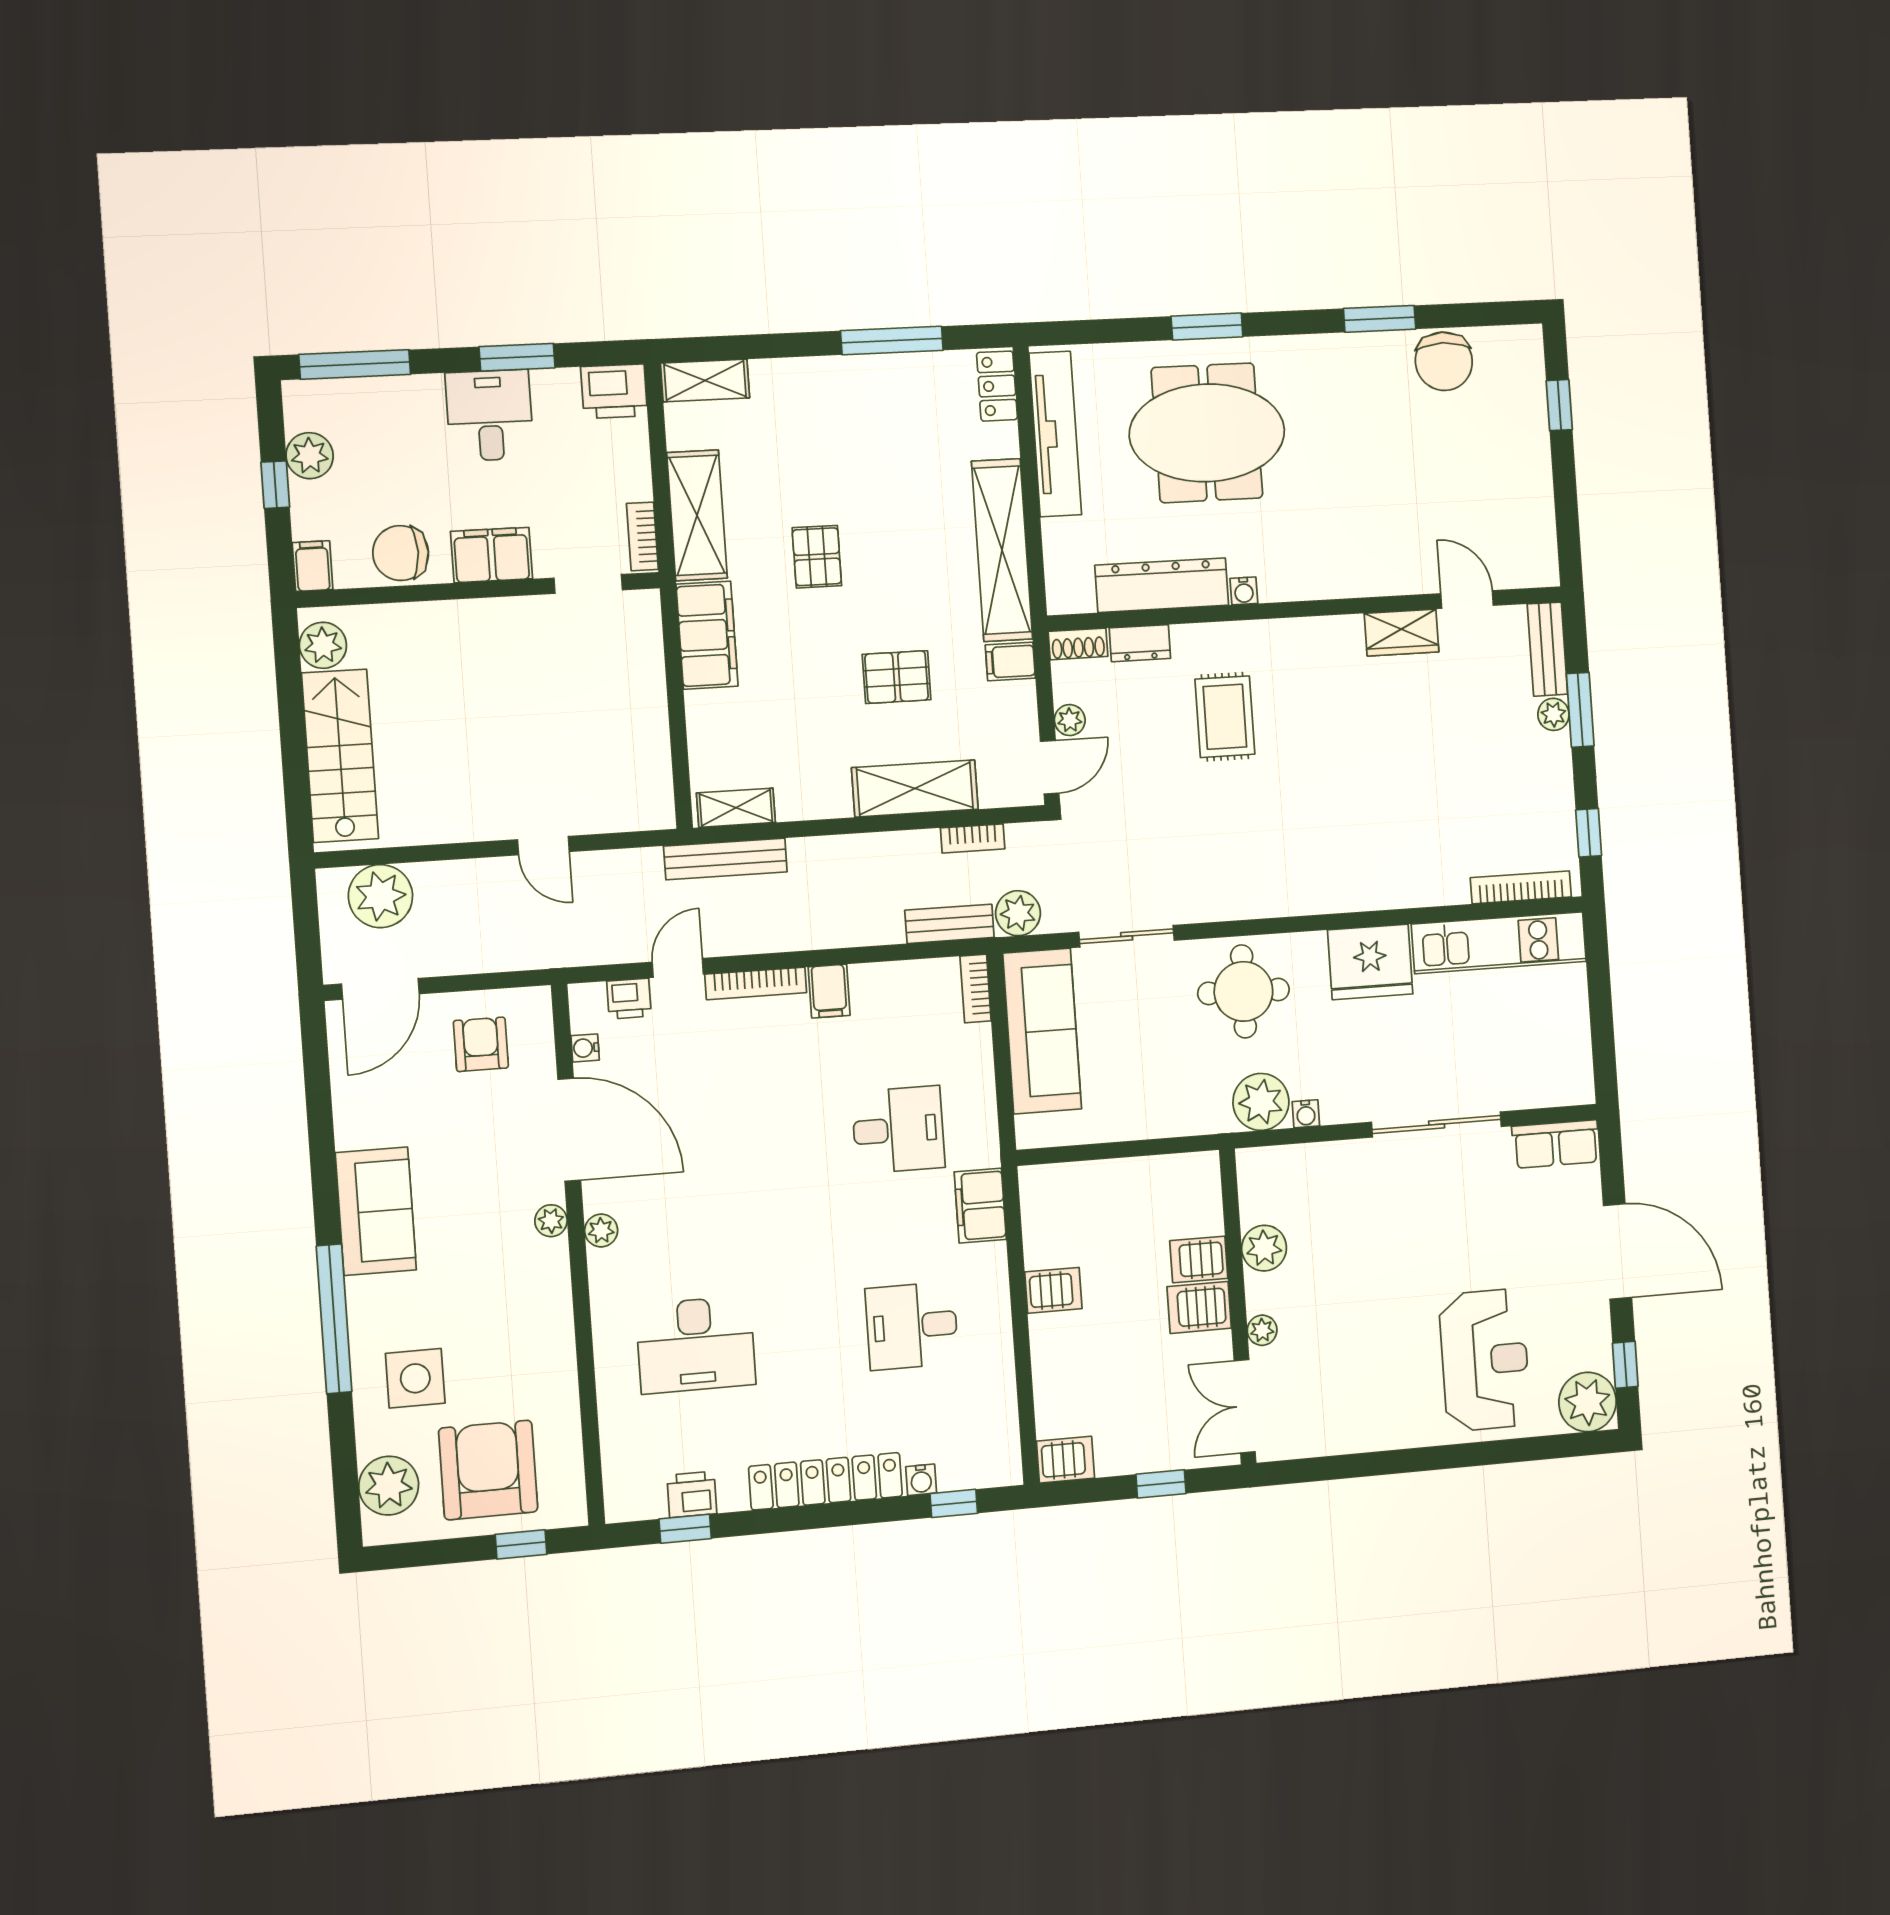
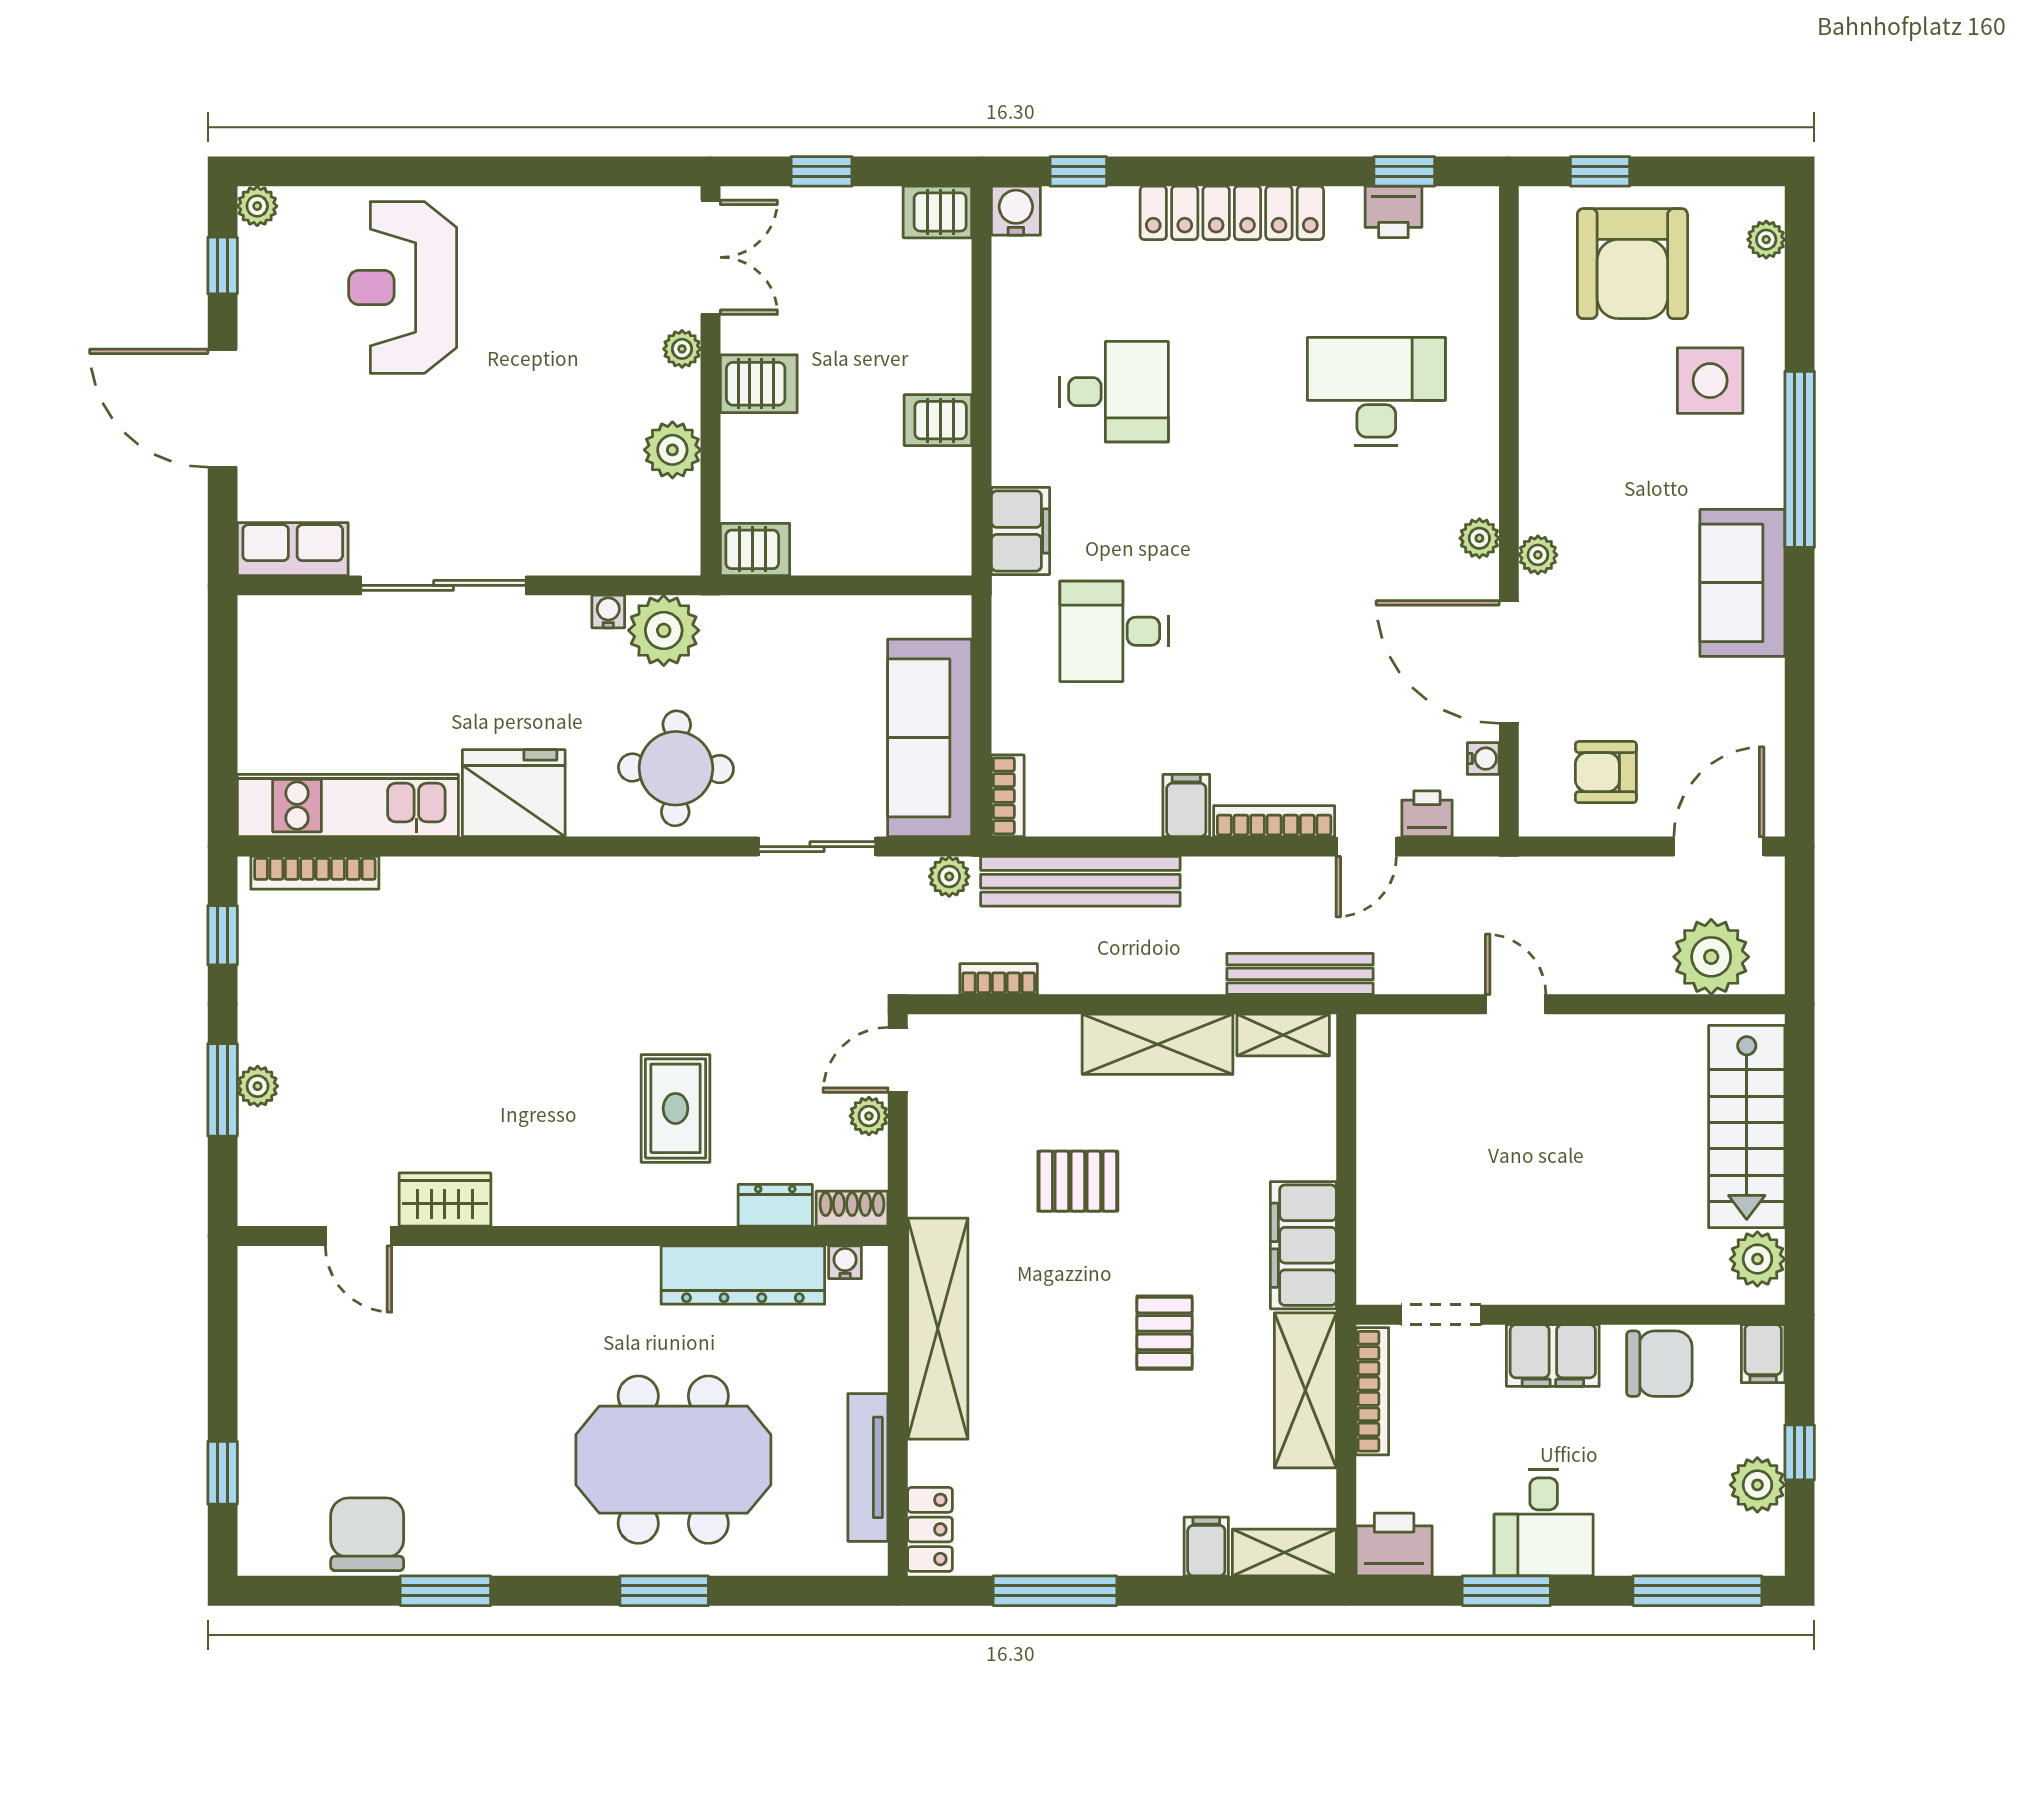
tv unit: (1055, 434) -> (868, 1467), width x0.73, depth x0.78
bookcase: (642, 536) -> (1372, 1391), width x1.56
water cooler: (1244, 591) -> (845, 1262), moved
bench: (1547, 649) -> (259, 1168), removed
filing cabinet: (1010, 662) -> (1206, 1546), moved, turned -90
shelving: (915, 789) -> (1158, 1044), moved
plant: (1018, 913) -> (949, 877), width x0.73, depth x0.73
bench: (949, 924) -> (1080, 881), width x1.86, depth x1.21
armchair: (481, 1044) -> (1606, 772), turned 90
server rack: (1199, 1260) -> (755, 549), moved
plant: (1588, 1402) -> (257, 206), width x0.53, depth x0.53
water cooler: (921, 1480) -> (1016, 211), moved, width x1.38, depth x1.38
plant: (389, 1486) -> (1766, 240), width x0.53, depth x0.53

